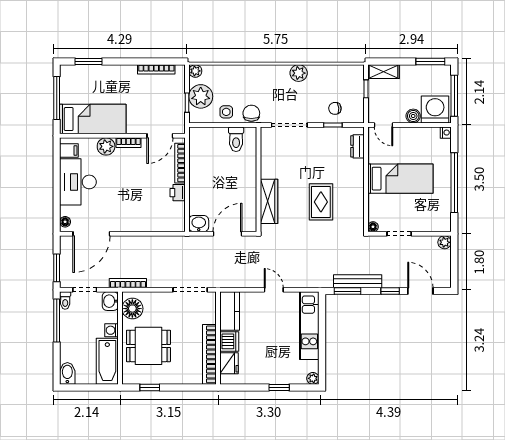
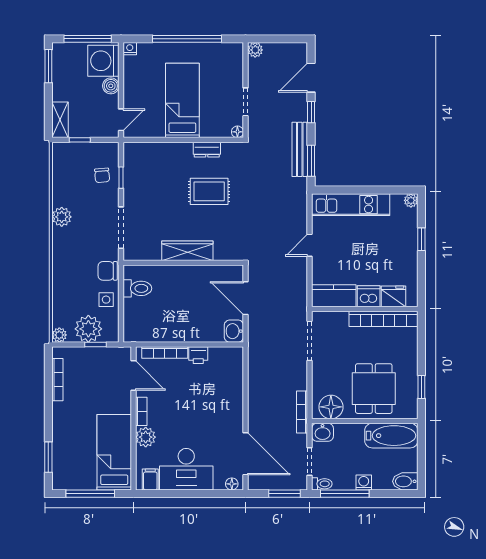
dresser: (357, 146) -> (207, 150), moved
wardrobe: (269, 201) -> (187, 251), moved
washing machine: (112, 330) -> (364, 482), moved, turned 180

